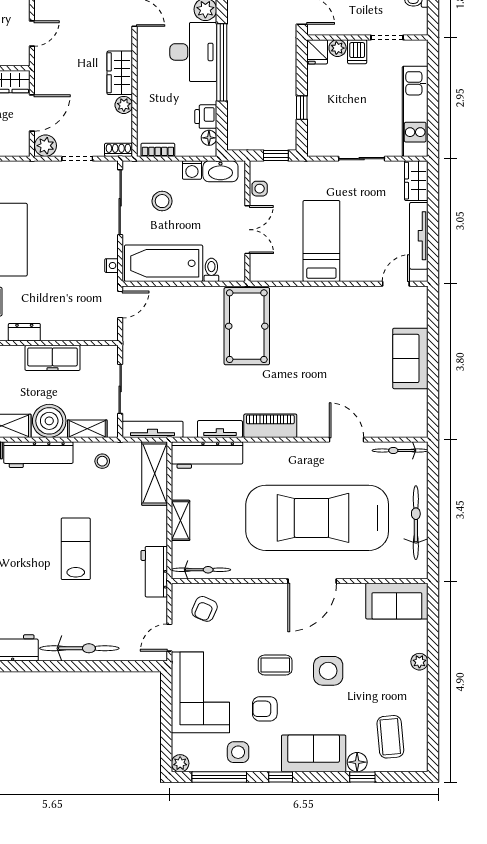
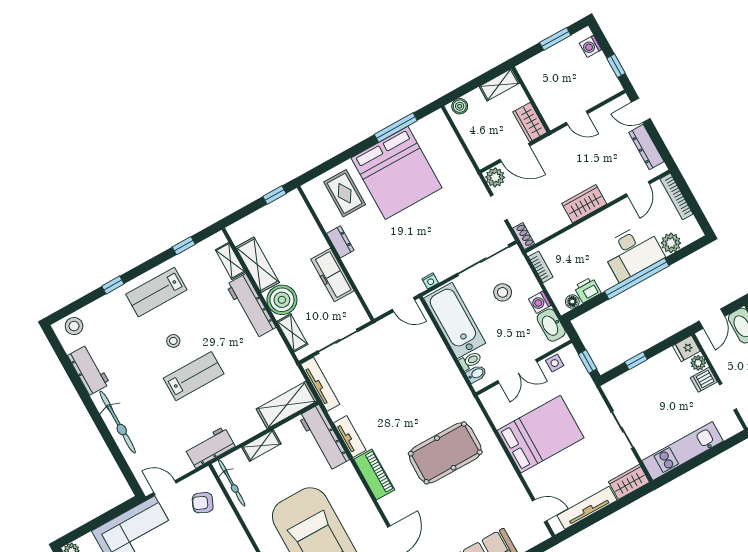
plant: (124, 105) -> (561, 221), removed
bed: (321, 241) -> (541, 434), width x1.50
bidet: (227, 271) -> (476, 374), added
pool table: (247, 326) -> (445, 453), moved
stool: (102, 461) -> (173, 341), moved

